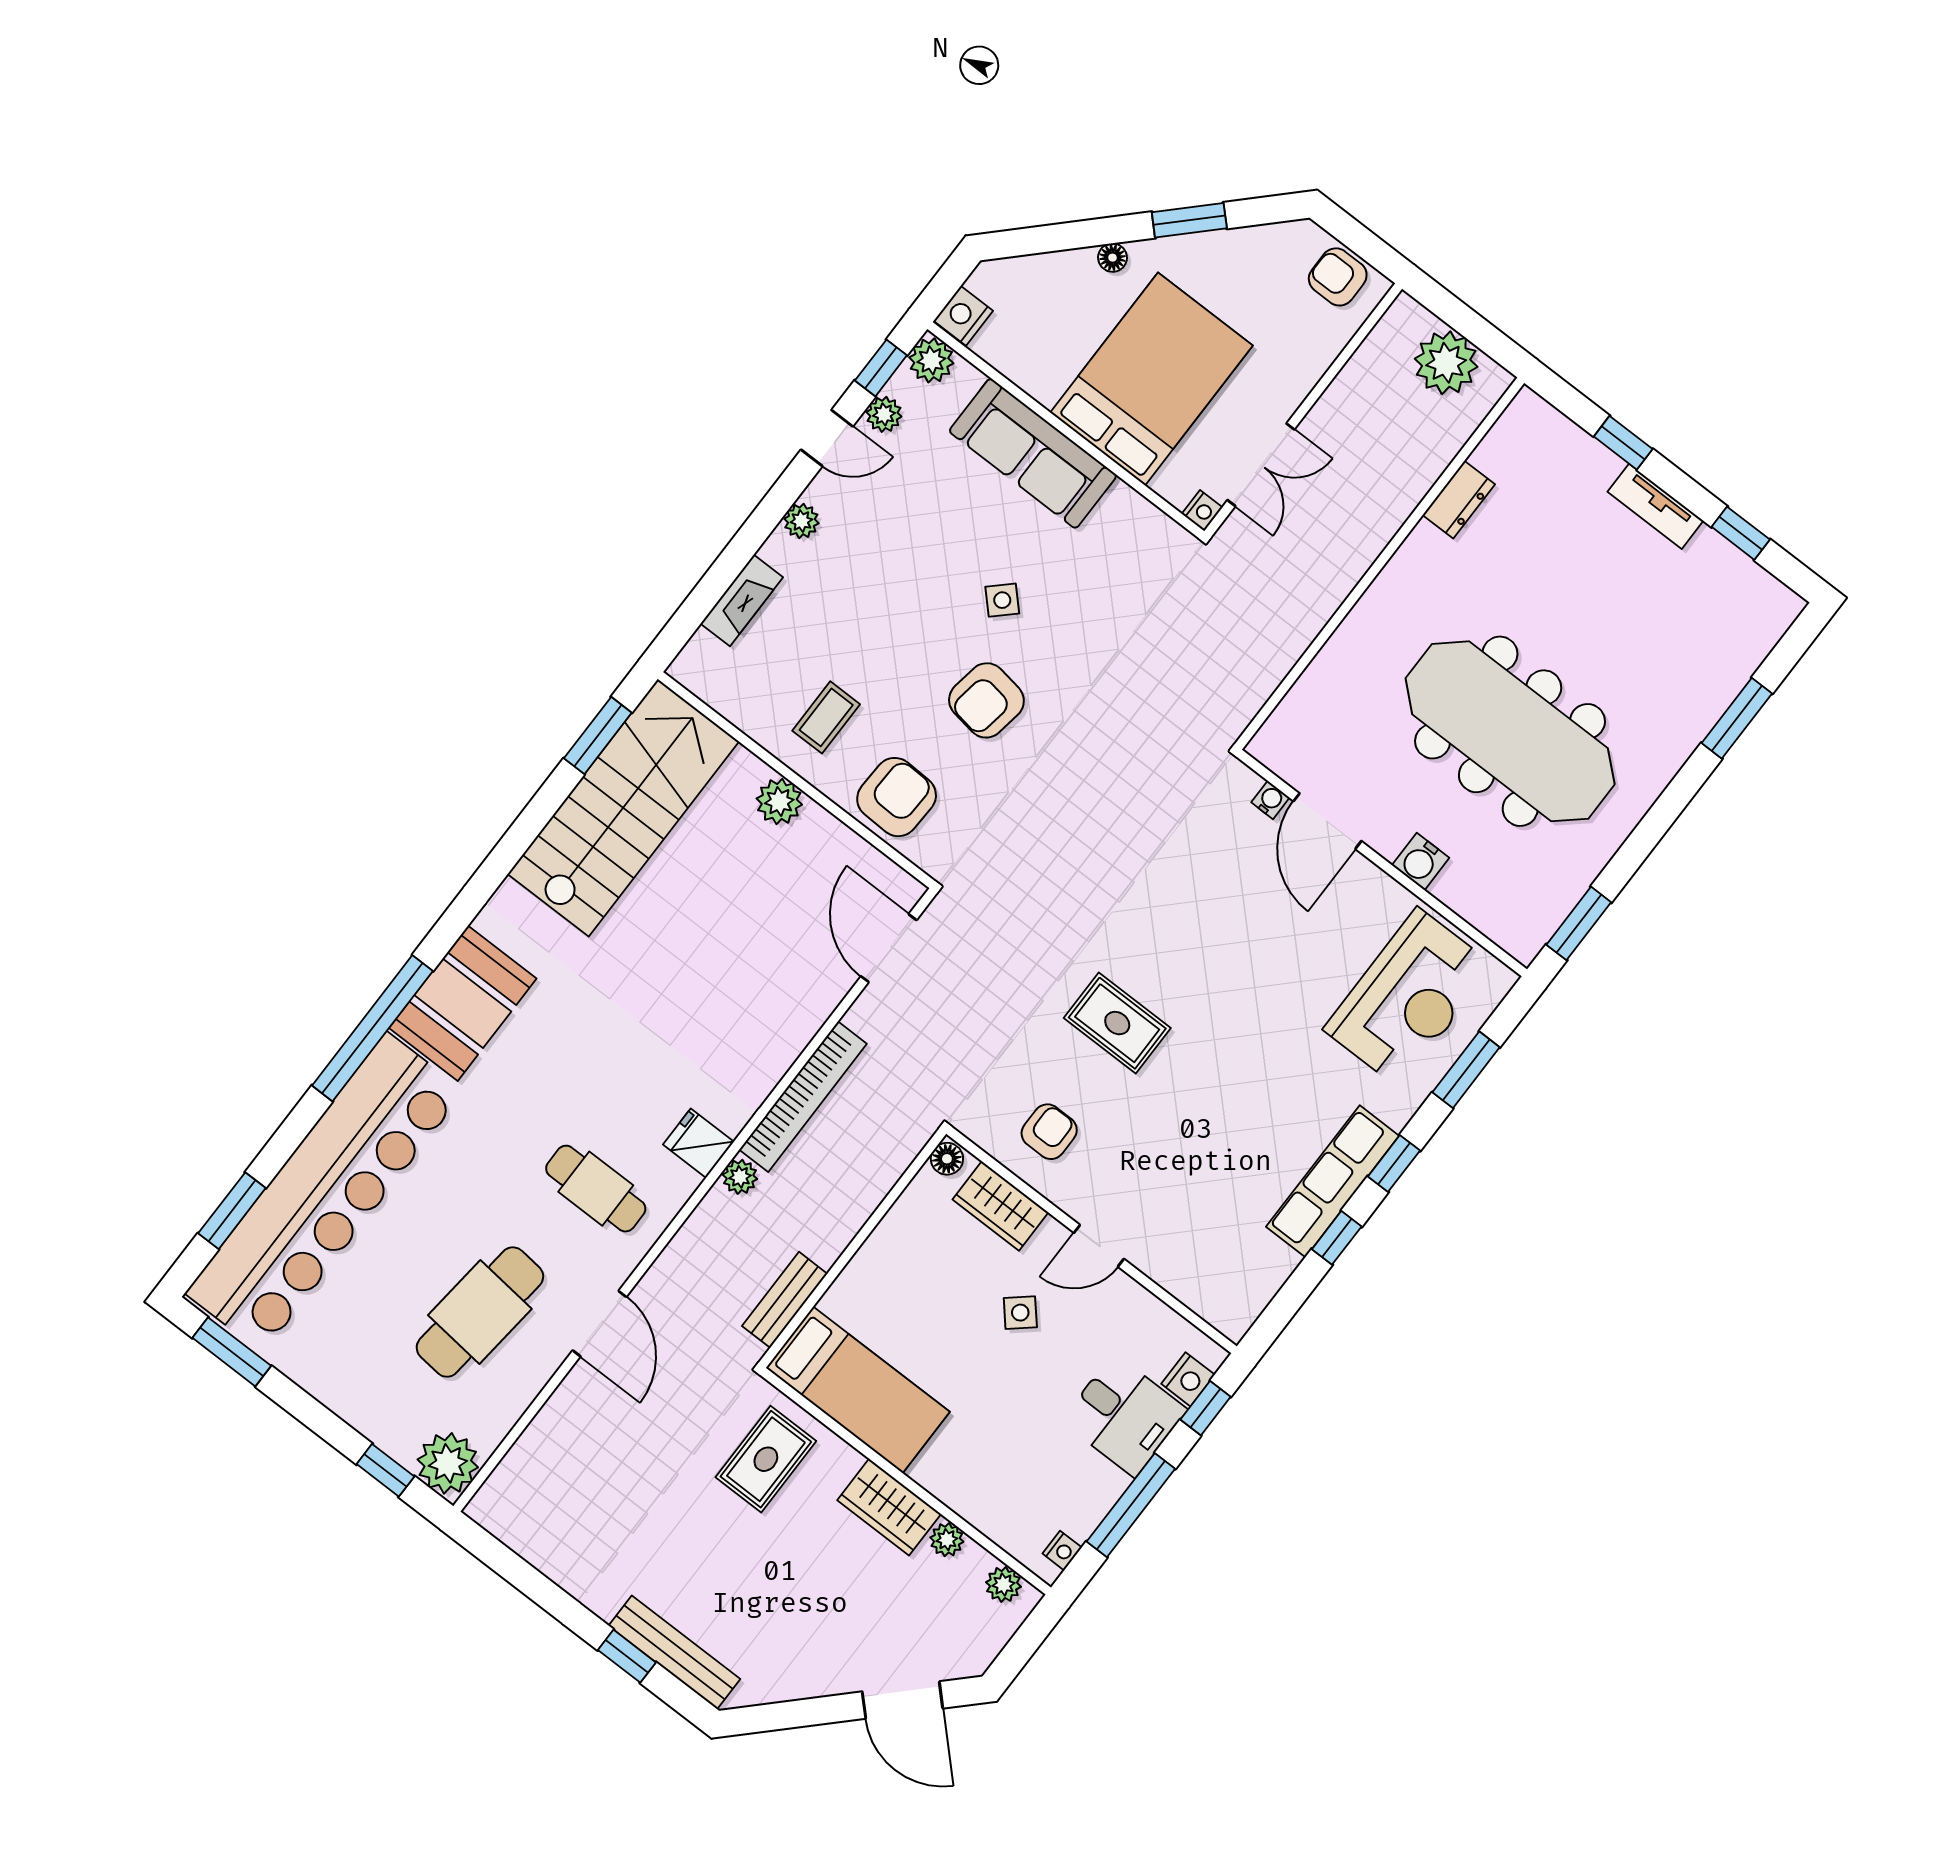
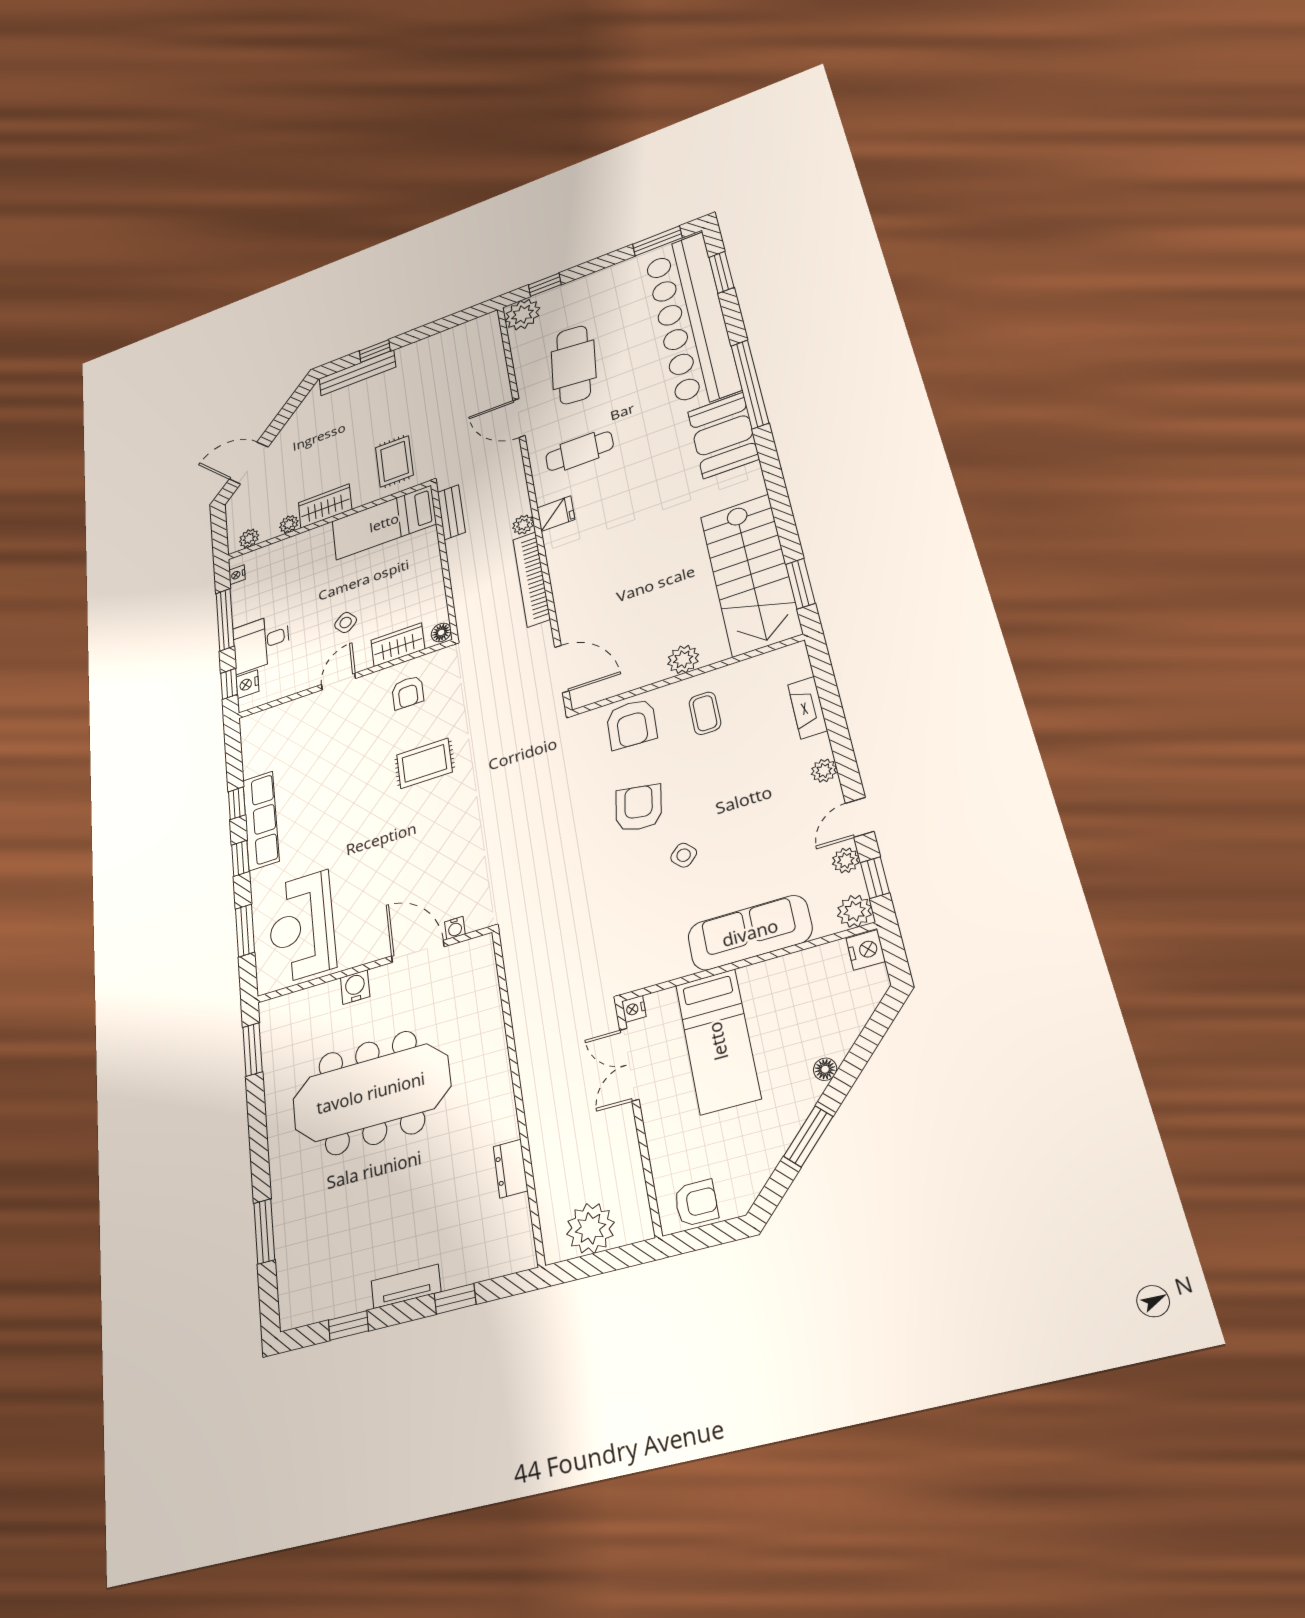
bed: (1152, 379) -> (718, 1041), width x0.67

